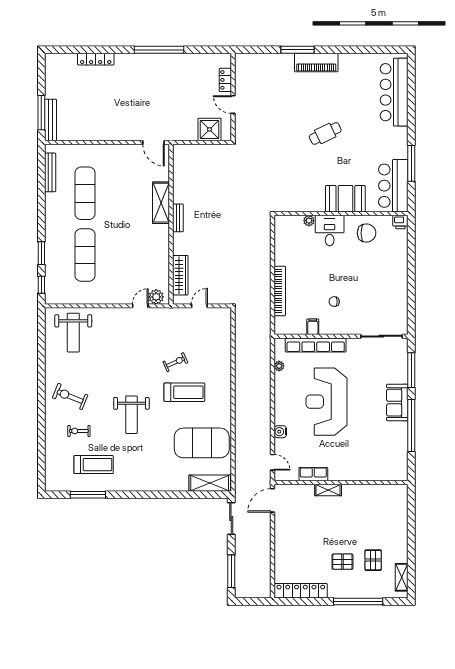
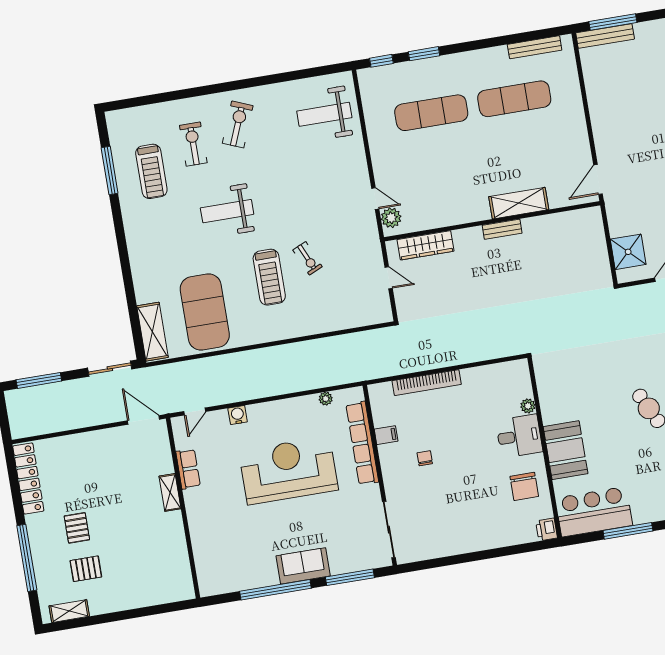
exercise bike: (79, 431) -> (193, 144), width x1.38, depth x1.39

